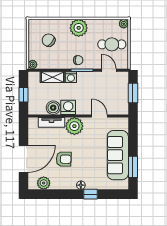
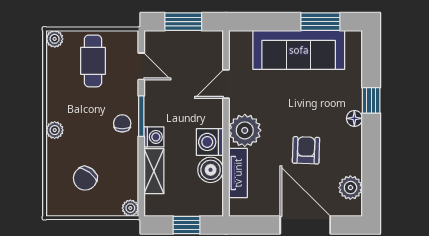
plant: (79, 28) -> (55, 130), width x0.53, depth x0.53
door: (109, 70) -> (141, 66), swing flipped

